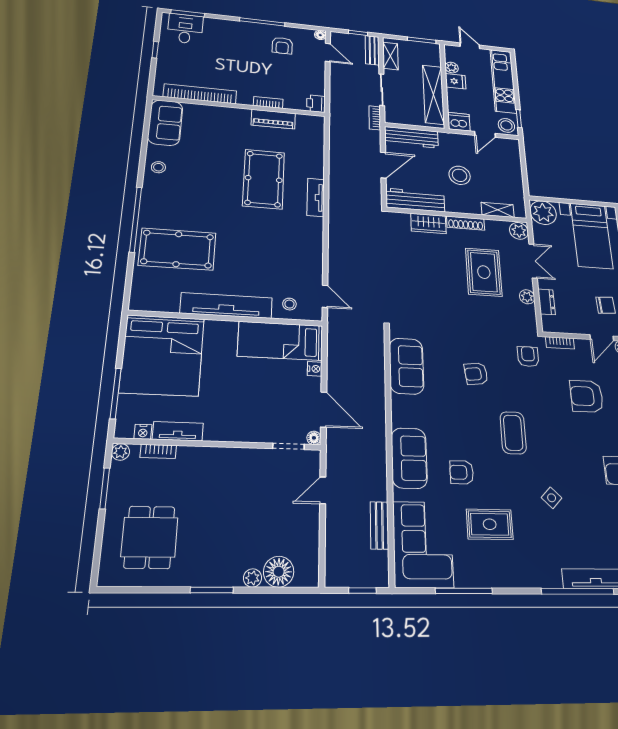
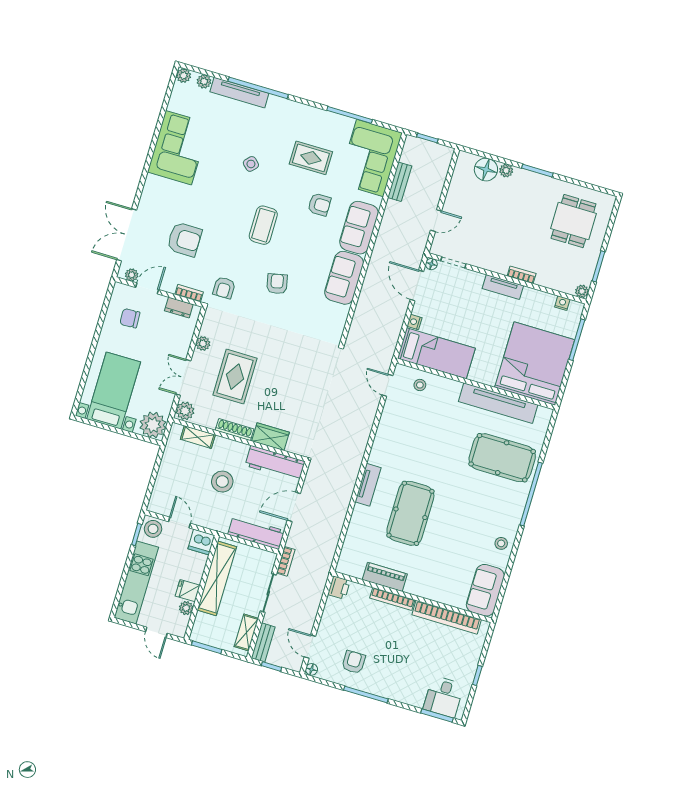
bookcase: (268, 102) -> (392, 599), width x1.56
door: (485, 134) -> (179, 523), hinge flipped
dresser: (547, 302) -> (179, 308), moved, turned -90
tv unit: (226, 305) -> (498, 403), moved
sofa: (406, 366) -> (344, 278), moved
armchair: (476, 374) -> (277, 284), turned -95
tv unit: (178, 431) -> (503, 287), moved
bookcase: (158, 451) -> (522, 275), moved

